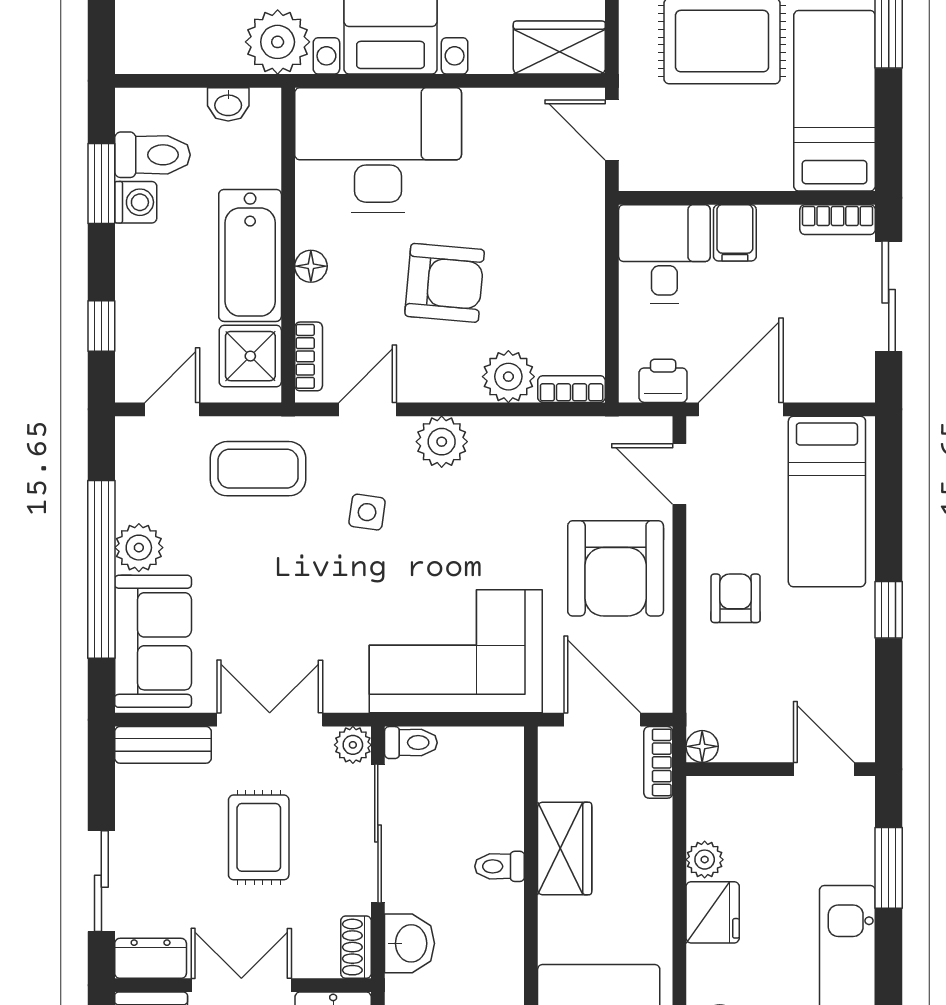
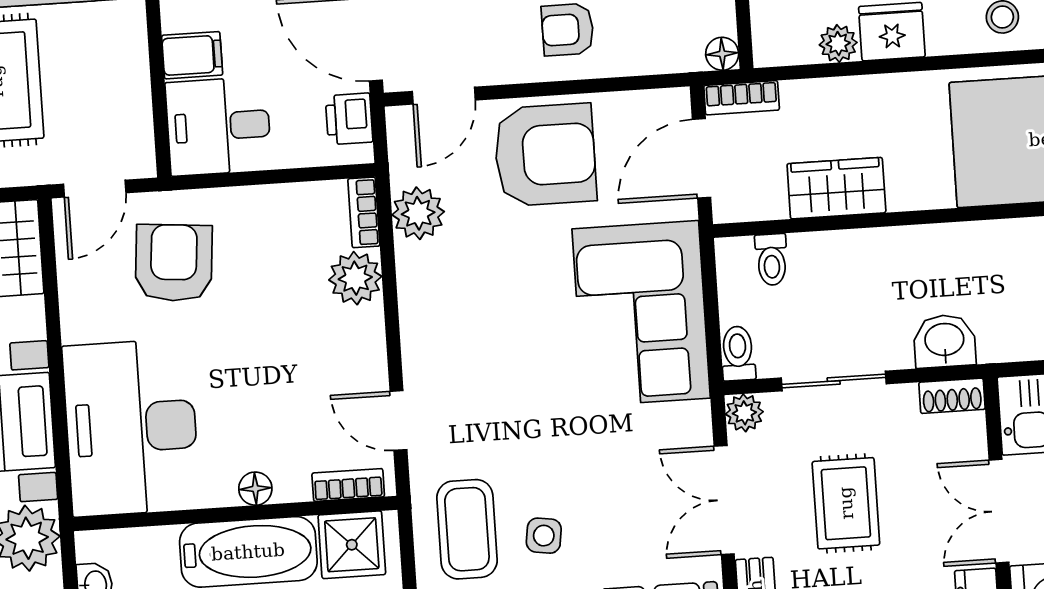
armchair: (445, 283) -> (174, 263), moved
plant: (442, 442) -> (418, 213), moved
side table: (367, 512) -> (544, 536), moved
sliding door: (378, 833) -> (834, 381), width x0.73
rug: (259, 837) -> (846, 503), turned 90
toilet: (500, 866) -> (772, 260), moved

